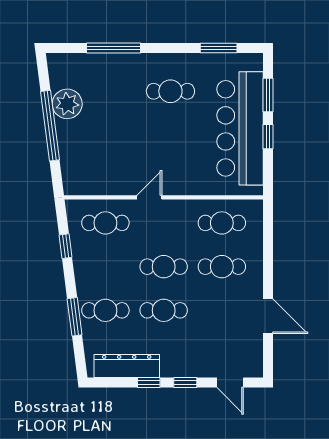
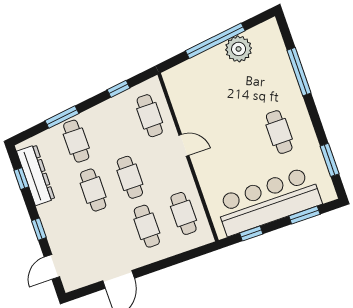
window: (268, 137) -> (251, 233), moved
window: (149, 383) -> (21, 179), moved

